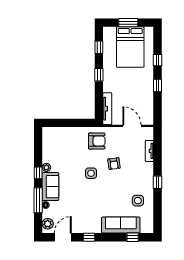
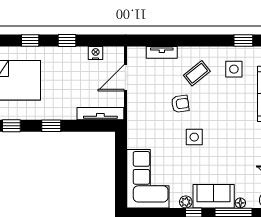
nightstand: (149, 105) -> (96, 53), added
corner sofa: (62, 141) -> (148, 179), added
armchair: (97, 141) -> (147, 129), removed
coffee table: (135, 175) -> (197, 73), added
window: (158, 182) -> (243, 41), moved

